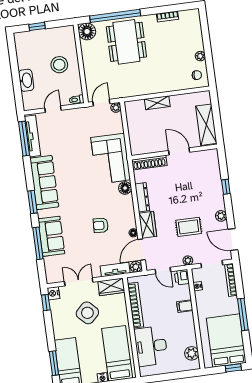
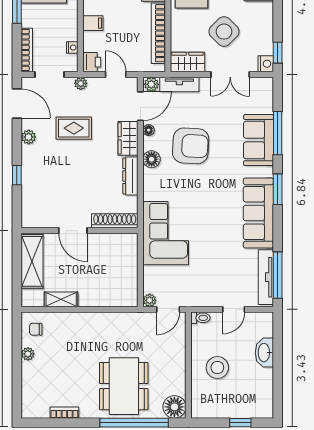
shelving: (157, 103) -> (61, 299), moved
floor lamp: (125, 188) -> (152, 159), moved
armchair: (101, 225) -> (191, 146), width x1.88, depth x1.88

